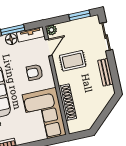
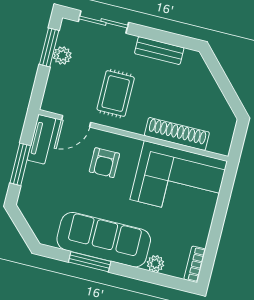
plant: (51, 30) -> (62, 55), moved
floor lamp: (11, 39) -> (34, 174), removed
door: (49, 48) -> (76, 121), swing flipped

